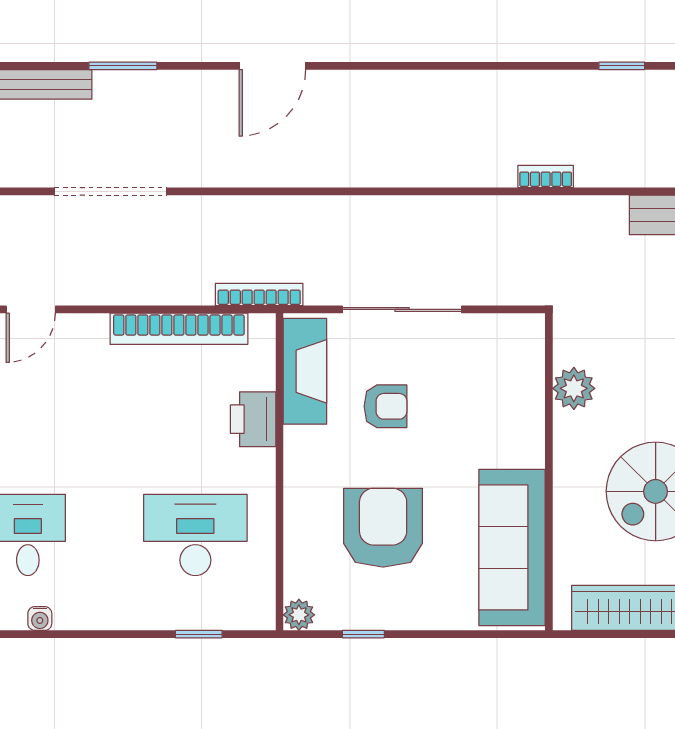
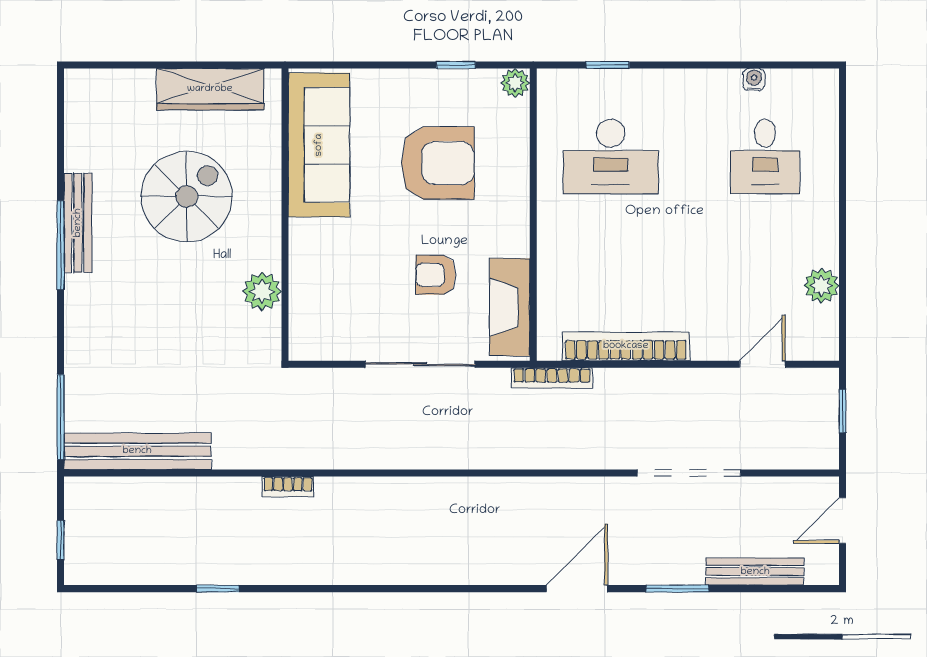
door: (272, 66) -> (577, 589), moved
printer: (253, 419) -> (557, 263), removed
armchair: (383, 528) -> (438, 163), turned -90

